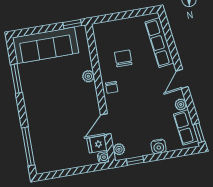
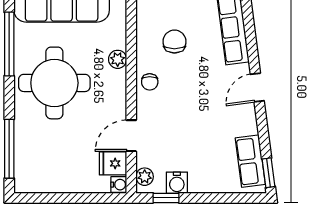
window: (16, 79) -> (9, 44), width x1.44
round table: (50, 99) -> (54, 83), added
plant: (181, 104) -> (249, 126), removed
water cooler: (159, 146) -> (177, 183), moved

